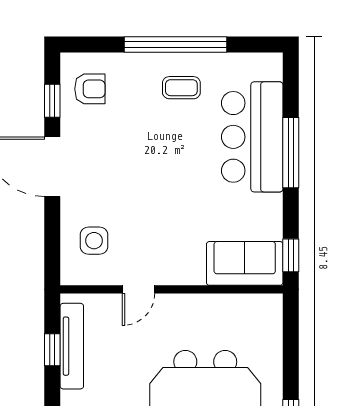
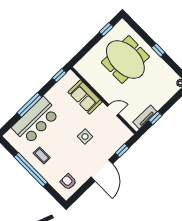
window: (52, 101) -> (122, 150), moved
side table: (94, 241) -> (85, 137), moved
sofa: (245, 263) -> (85, 97), moved
tv unit: (72, 346) -> (145, 117), width x0.71

